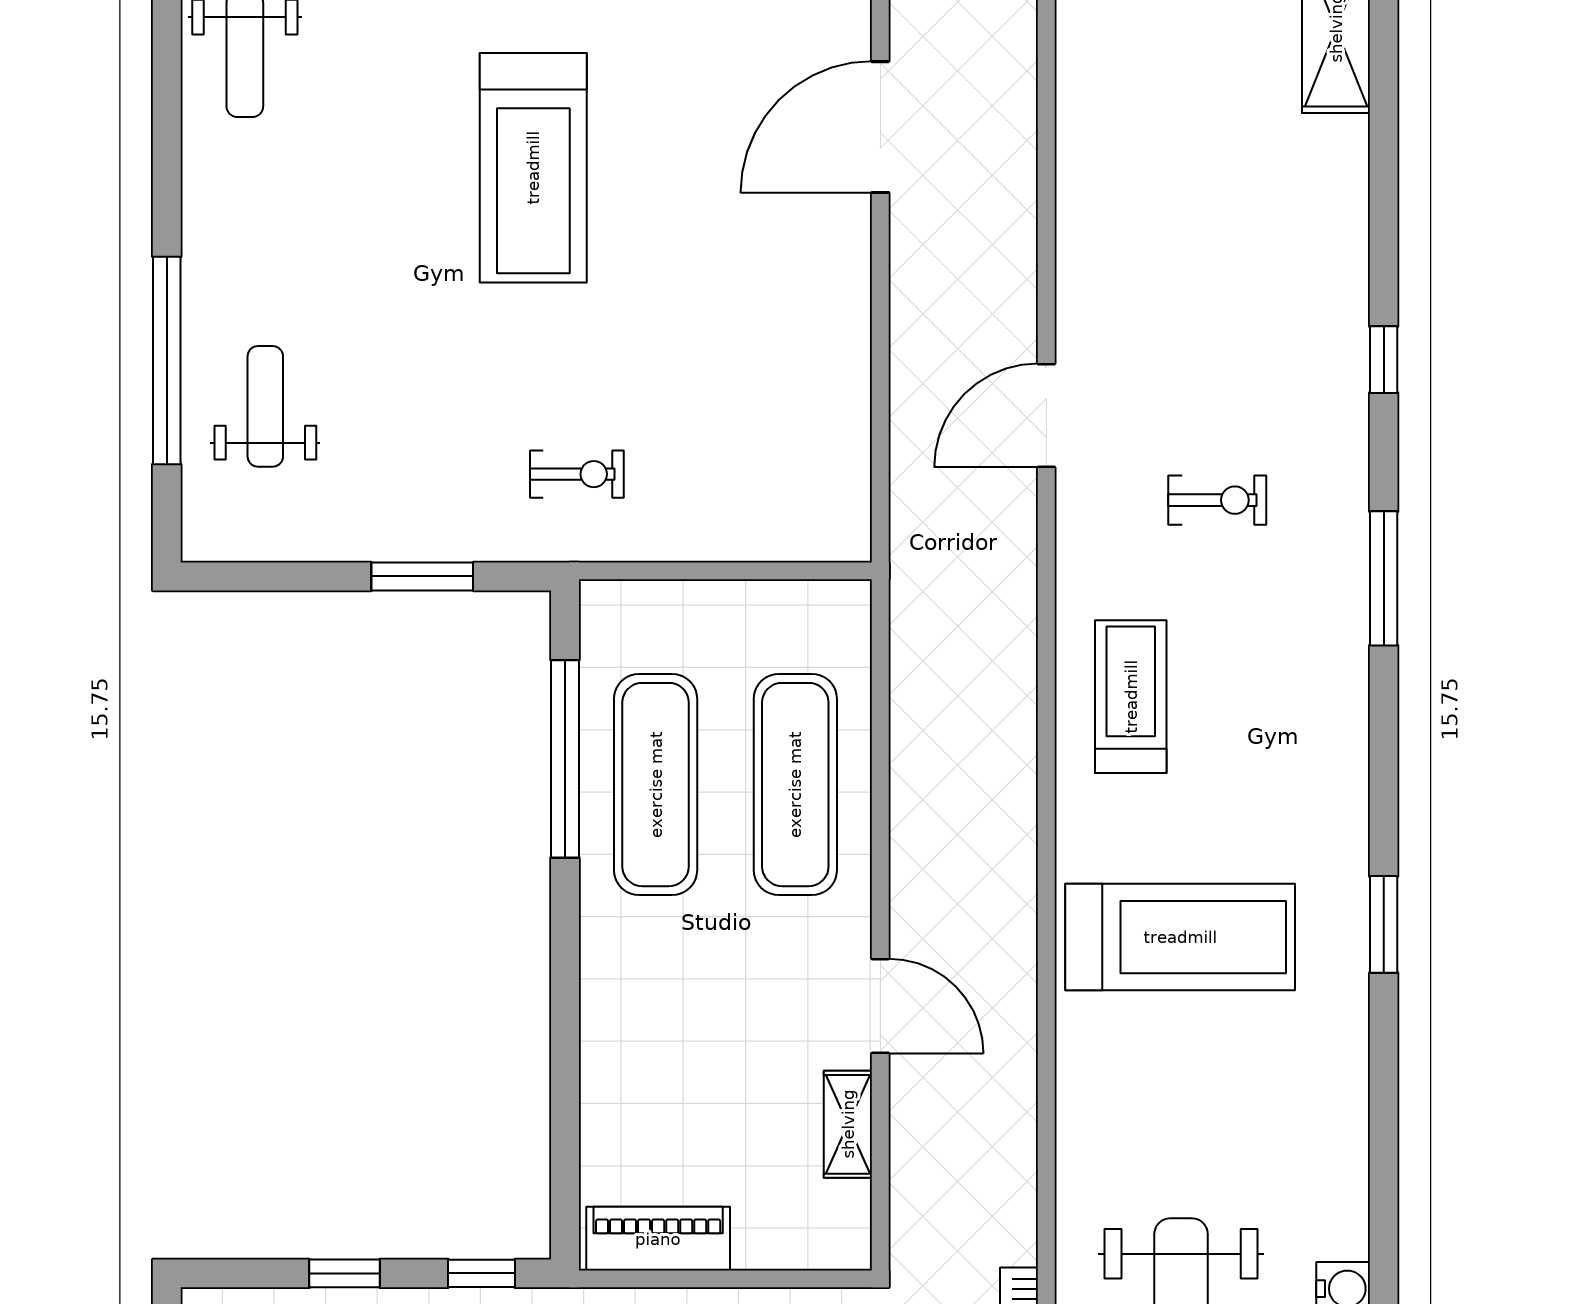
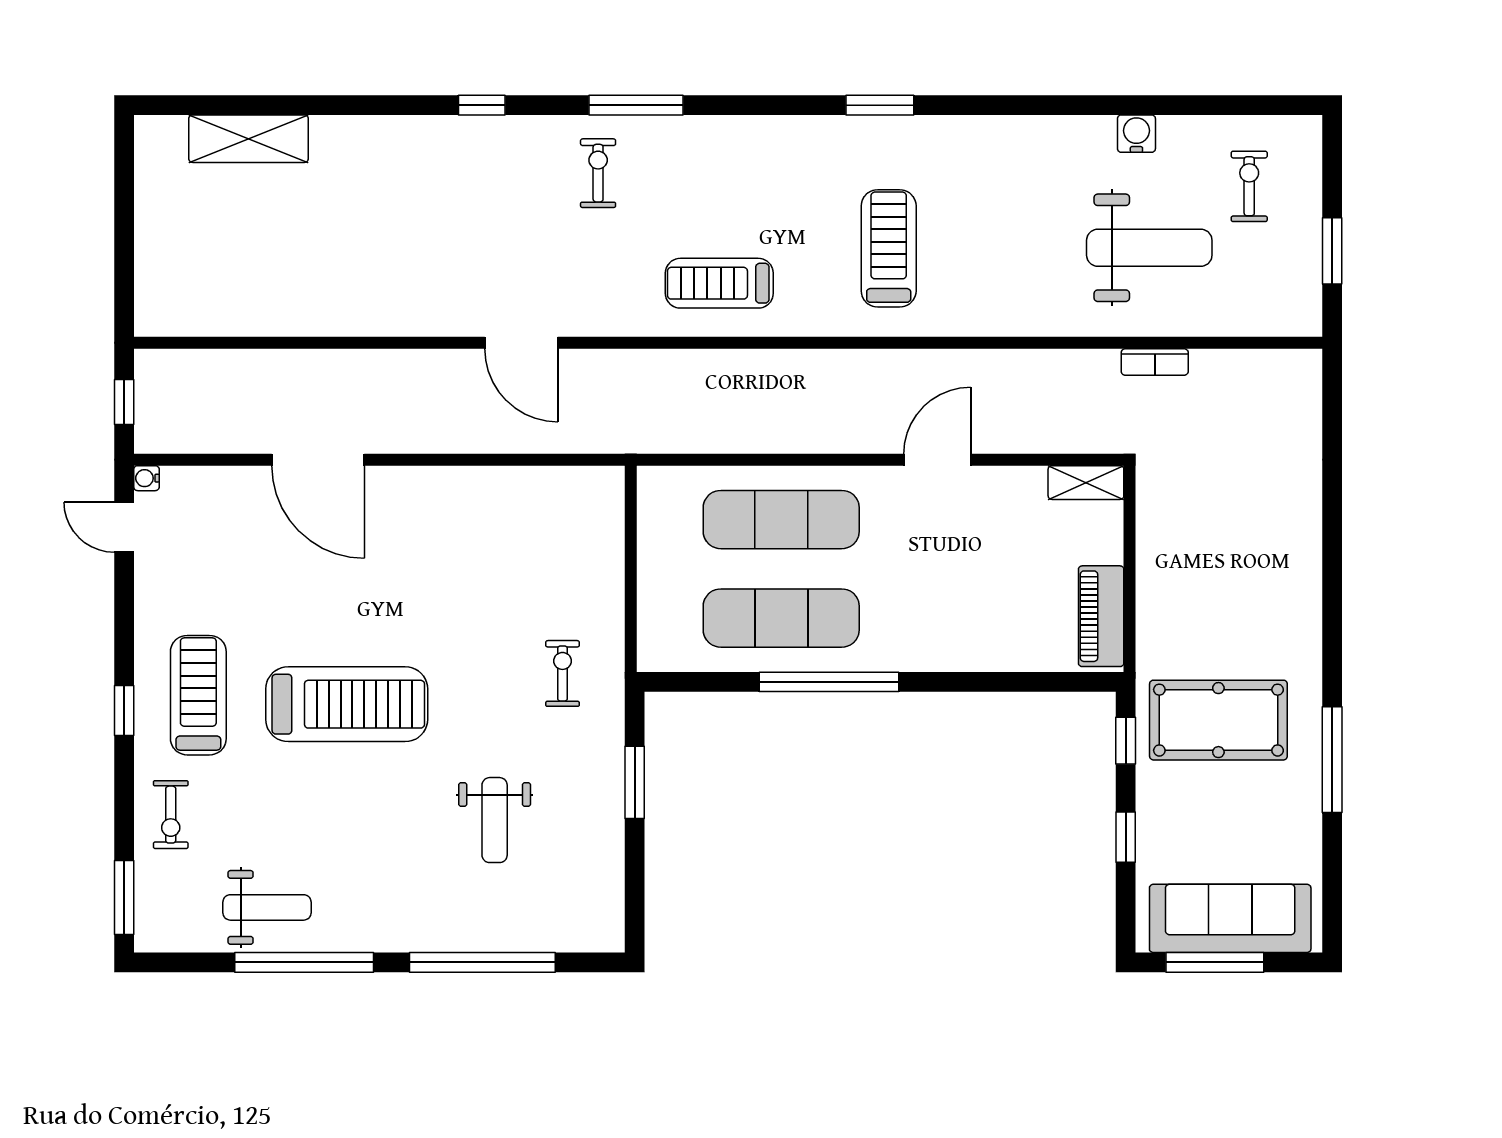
window: (167, 107) -> (304, 962), added
weight bench: (265, 406) -> (495, 820), moved, turned -90
exercise bike: (1217, 500) -> (598, 173), moved
window: (565, 759) -> (829, 682), moved
treadmill: (1180, 937) -> (889, 248), width x0.73, depth x0.73
shelving: (848, 1124) -> (1086, 483), moved

